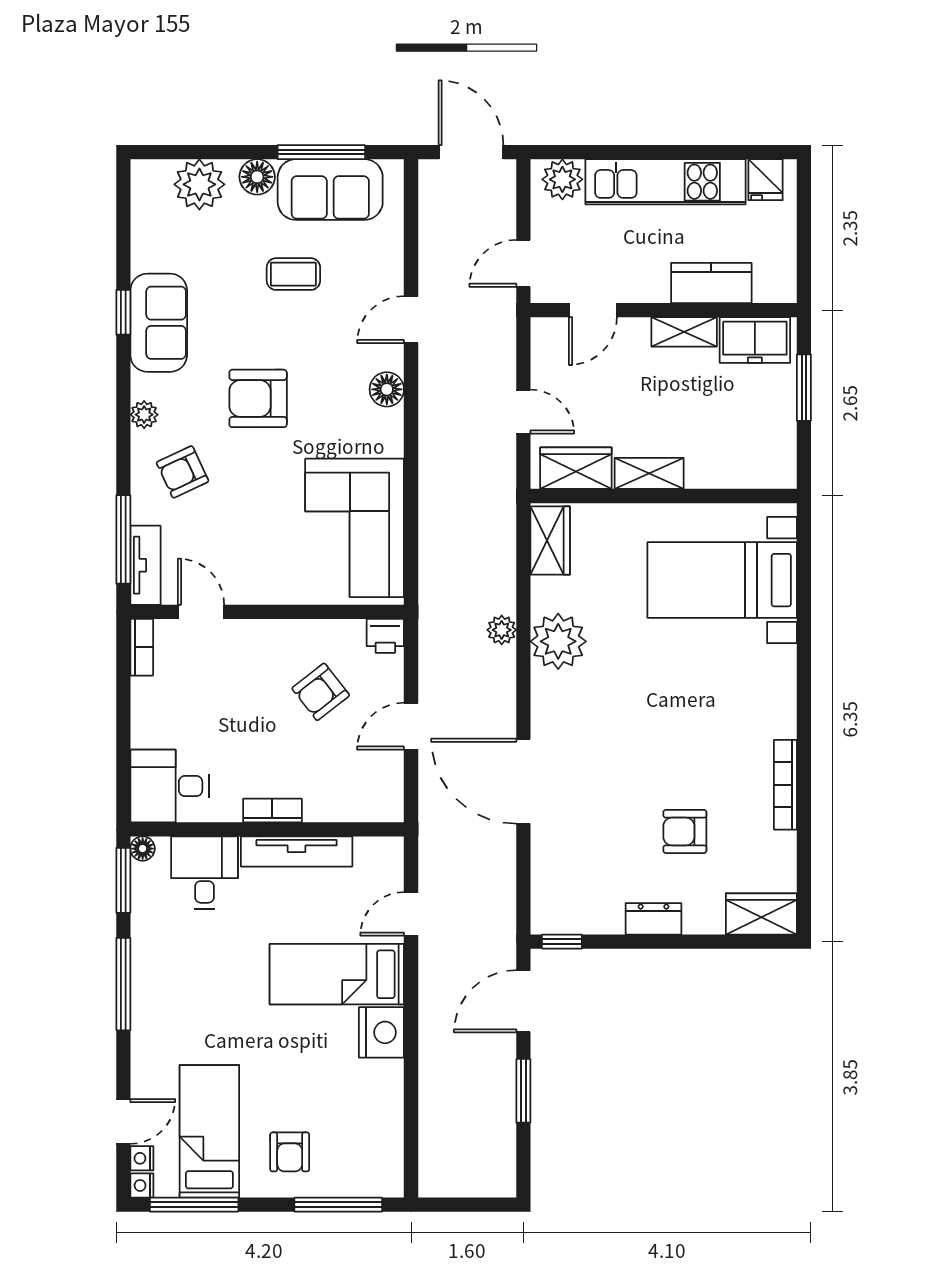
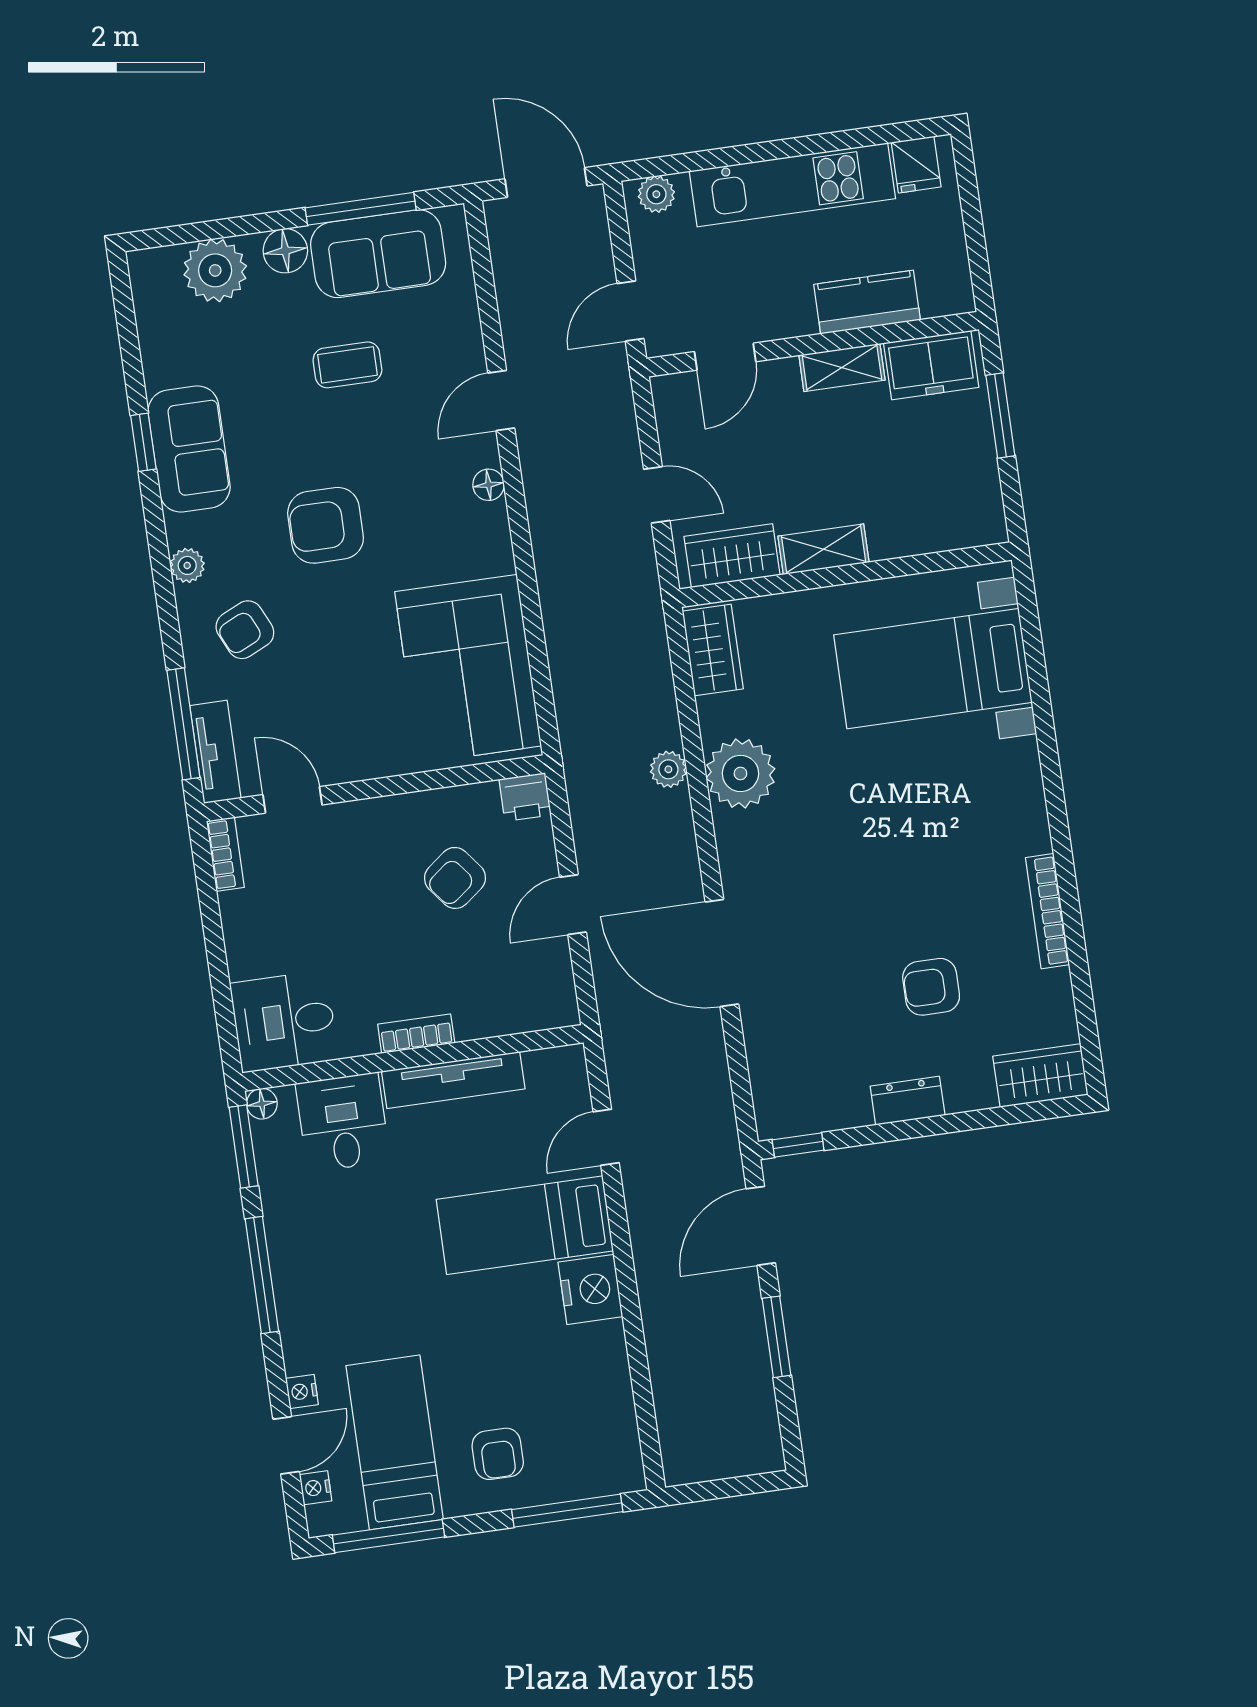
plant: (562, 179) -> (656, 194), width x0.73, depth x0.73
floor lamp: (387, 389) -> (489, 485), width x0.73, depth x0.73
nightstand: (142, 1185) -> (302, 1391), moved

